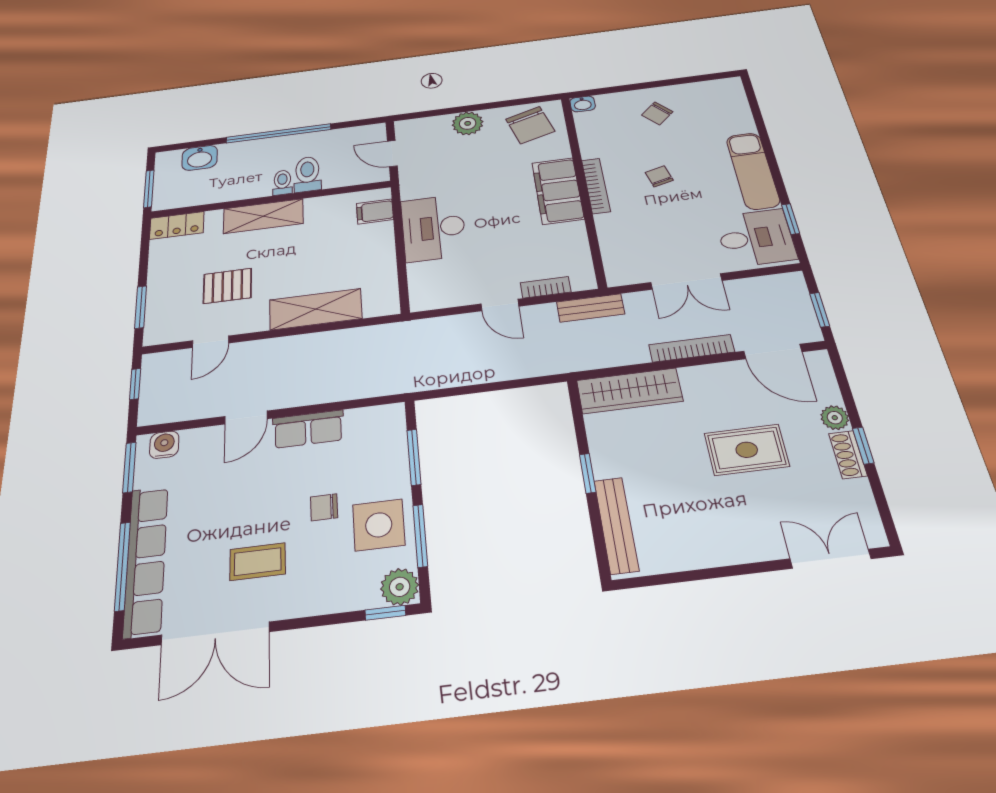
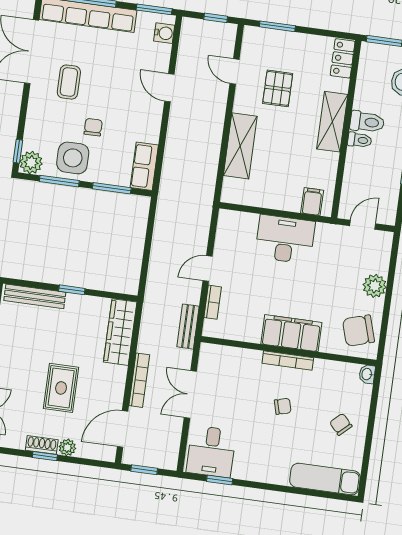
exam couch: (753, 171) -> (325, 479), moved
toilet: (307, 174) -> (367, 122), moved
row of seats: (308, 429) -> (144, 166), moved

